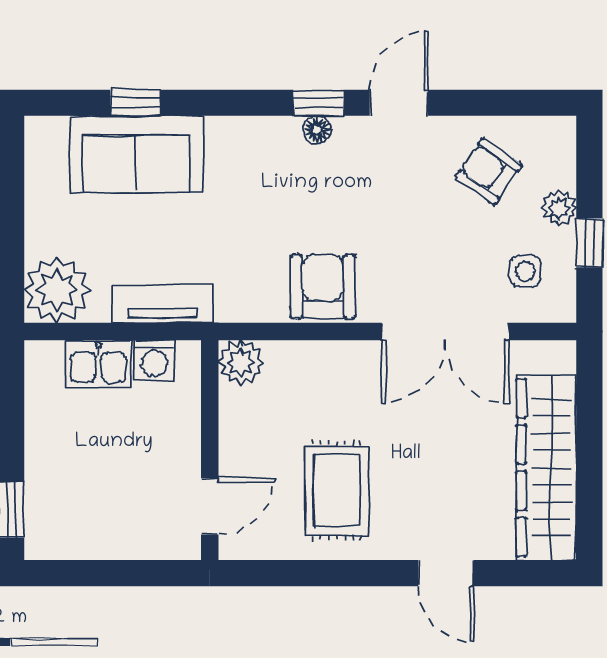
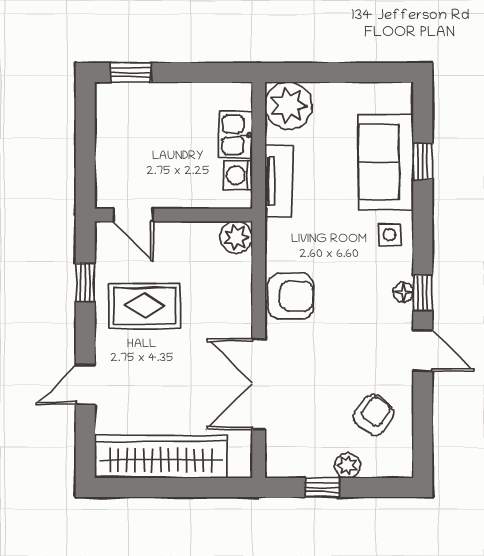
side table: (525, 271) -> (390, 234), moved
window: (304, 573) -> (85, 283), added

